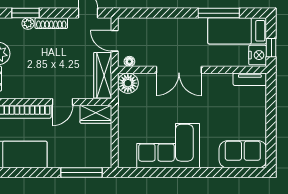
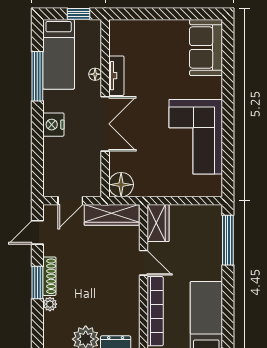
window: (26, 13) -> (37, 283), moved
nightstand: (258, 55) -> (53, 125), moved, turned -90
floor lamp: (129, 61) -> (95, 74), moved
tv unit: (250, 79) -> (116, 76), moved

